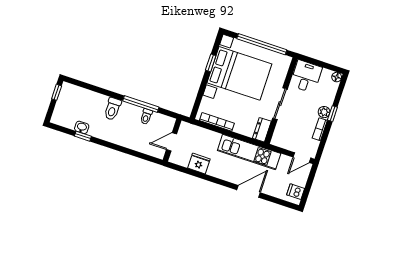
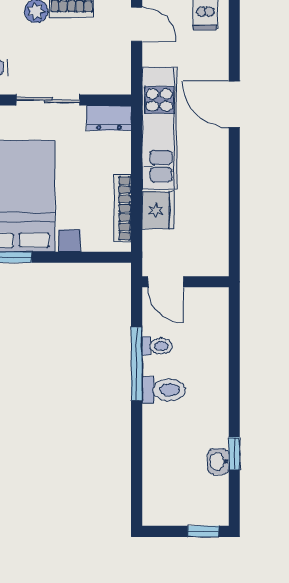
window: (57, 92) -> (203, 531), moved
toilet: (113, 109) -> (164, 390), moved
door: (172, 142) -> (166, 282), moved
fridge: (199, 163) -> (158, 210), moved, turned 180

